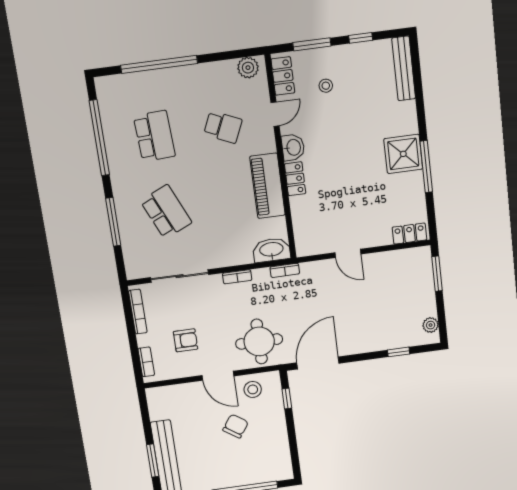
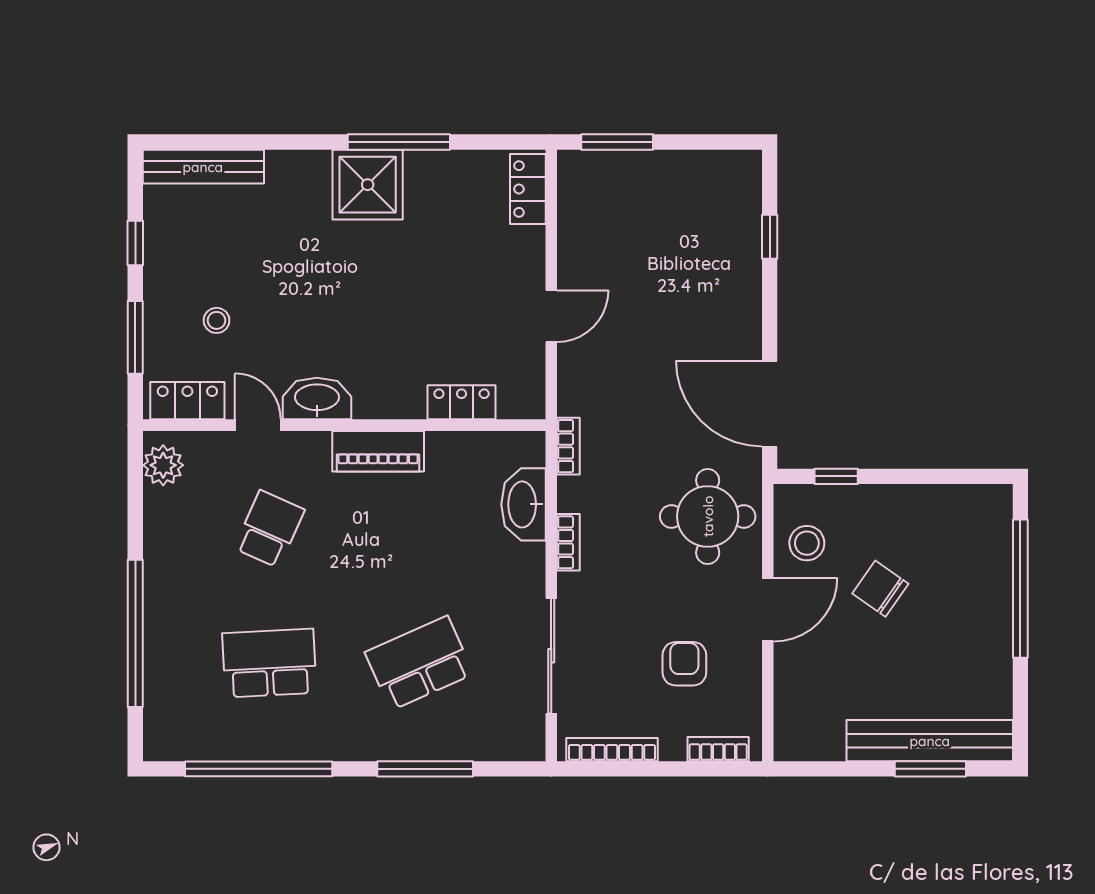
washbasin: (293, 147) -> (317, 398), width x1.38
locker: (295, 179) -> (462, 402), moved
piano: (268, 186) -> (378, 451), width x0.73, depth x0.75
washbasin: (271, 250) -> (523, 504), moved
plant: (431, 325) -> (722, 166), removed

